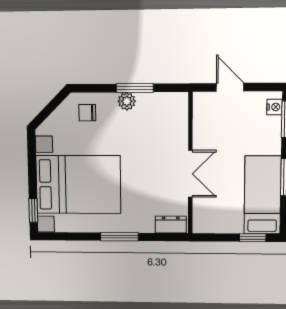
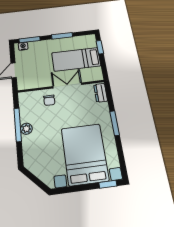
window: (135, 88) -> (18, 125), width x1.44
chair: (87, 113) -> (49, 100), moved
bed: (263, 195) -> (76, 59), moved

